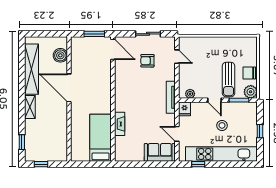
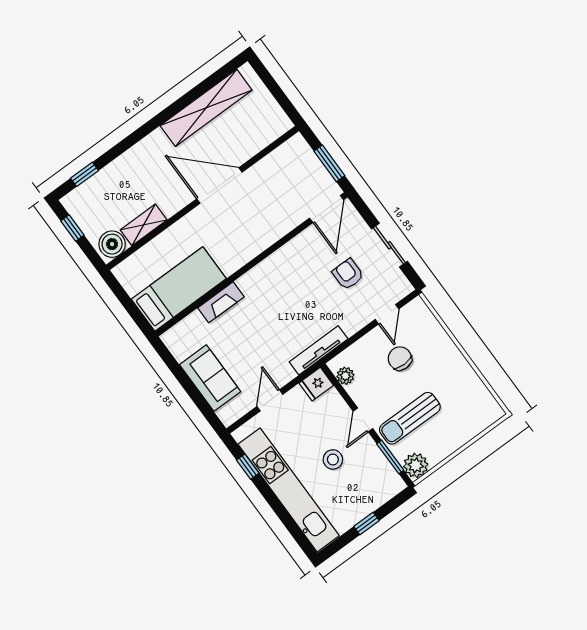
boiler: (60, 55) -> (112, 244), moved
chair: (249, 73) -> (400, 358), moved
door: (69, 88) -> (219, 185), hinge flipped
shelving: (30, 107) -> (144, 225), moved
sofa: (160, 152) -> (210, 378), moved

